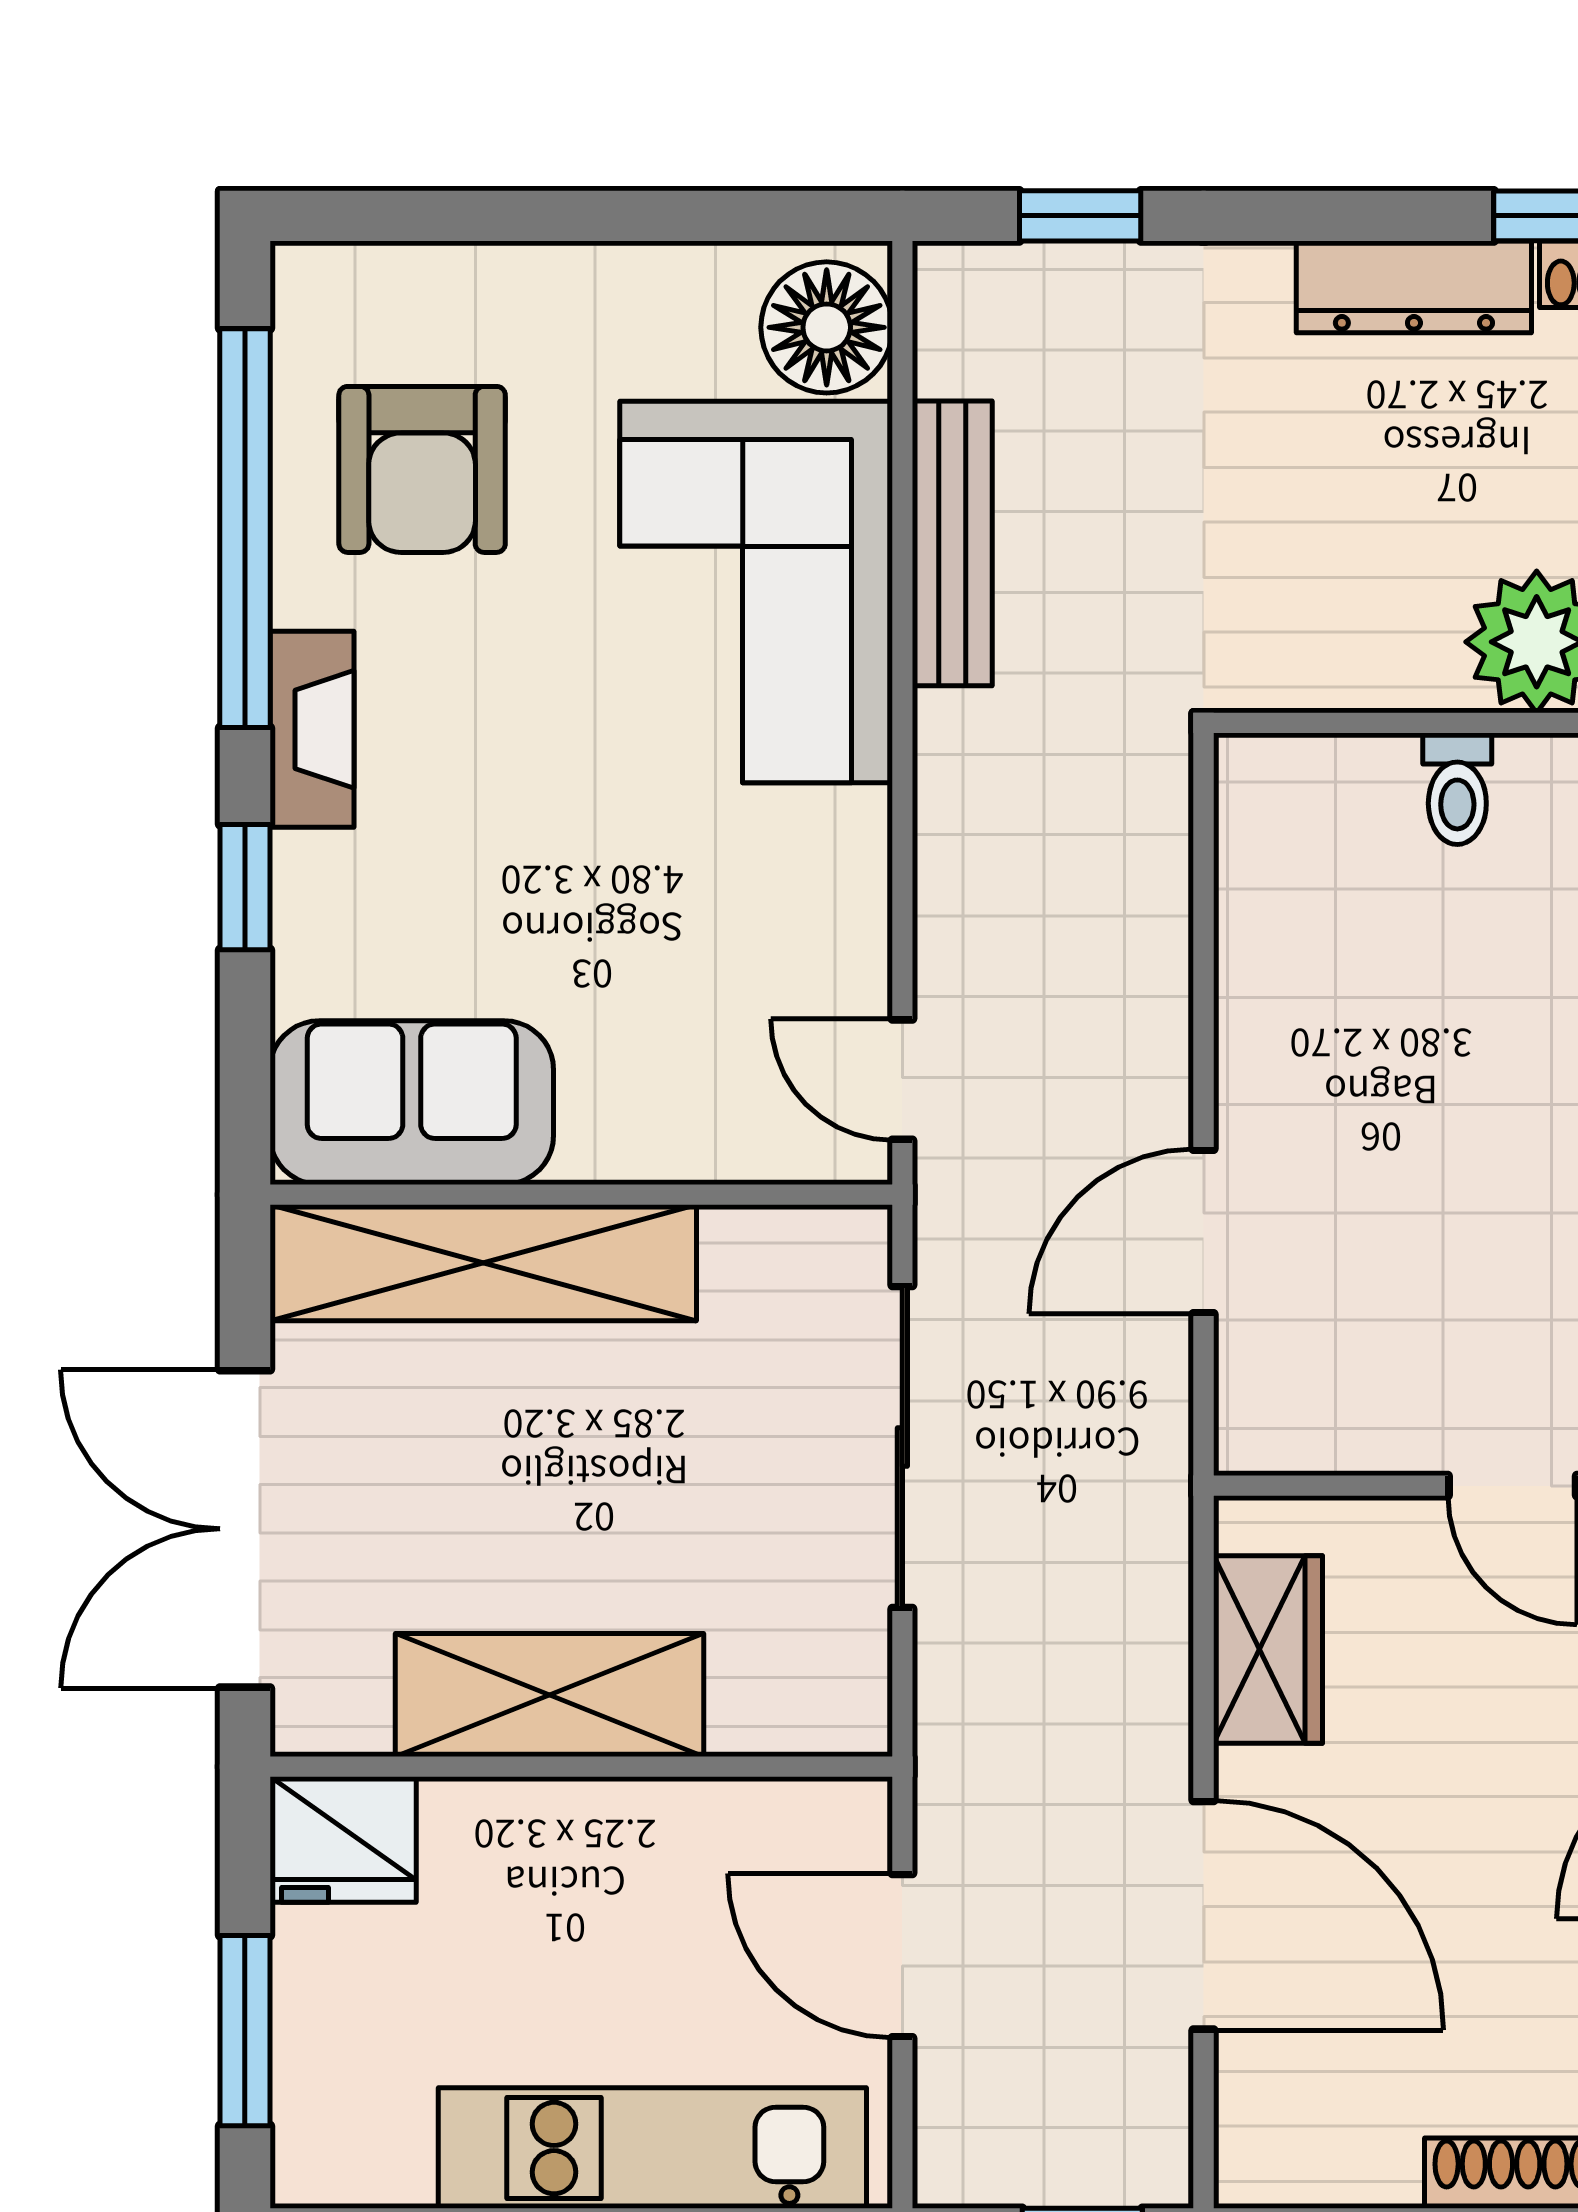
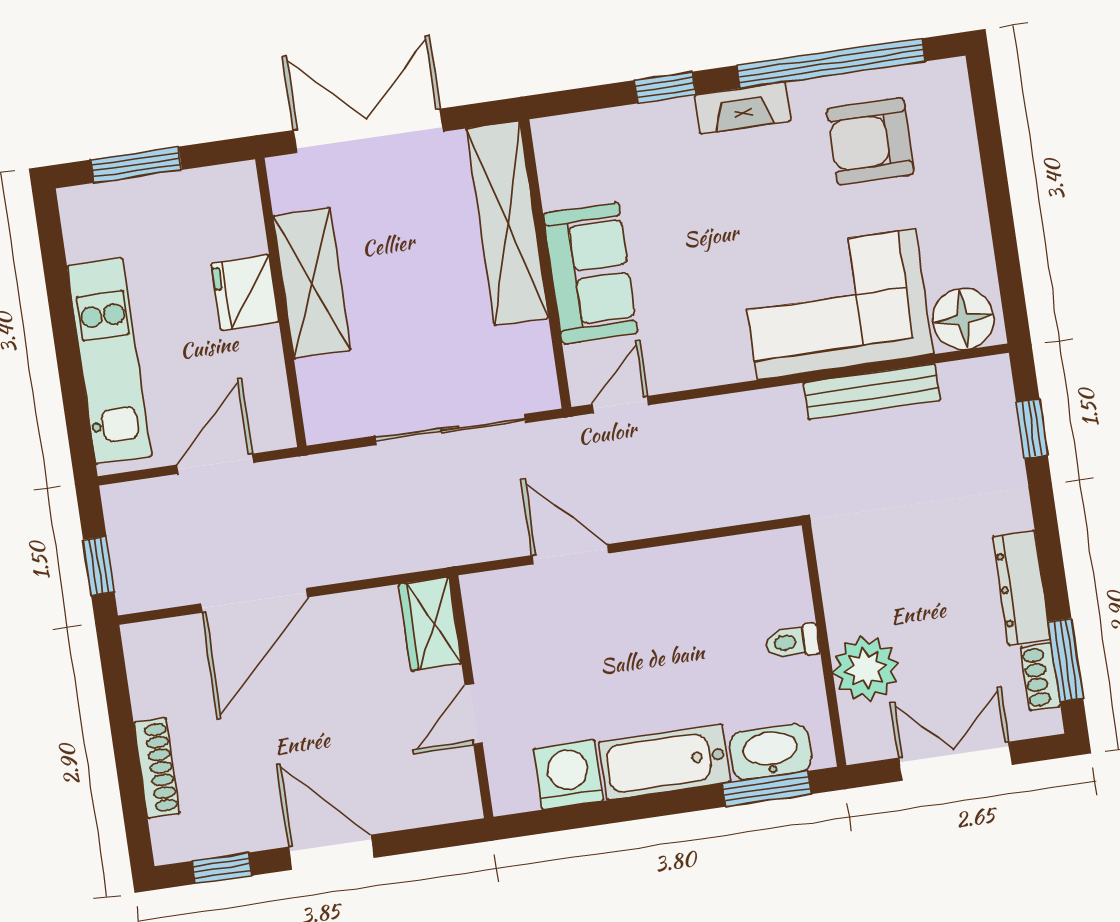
sofa: (412, 1103) -> (590, 273), moved
wardrobe: (1268, 1650) -> (430, 624), moved, turned 90
fridge: (343, 1840) -> (245, 293), moved

